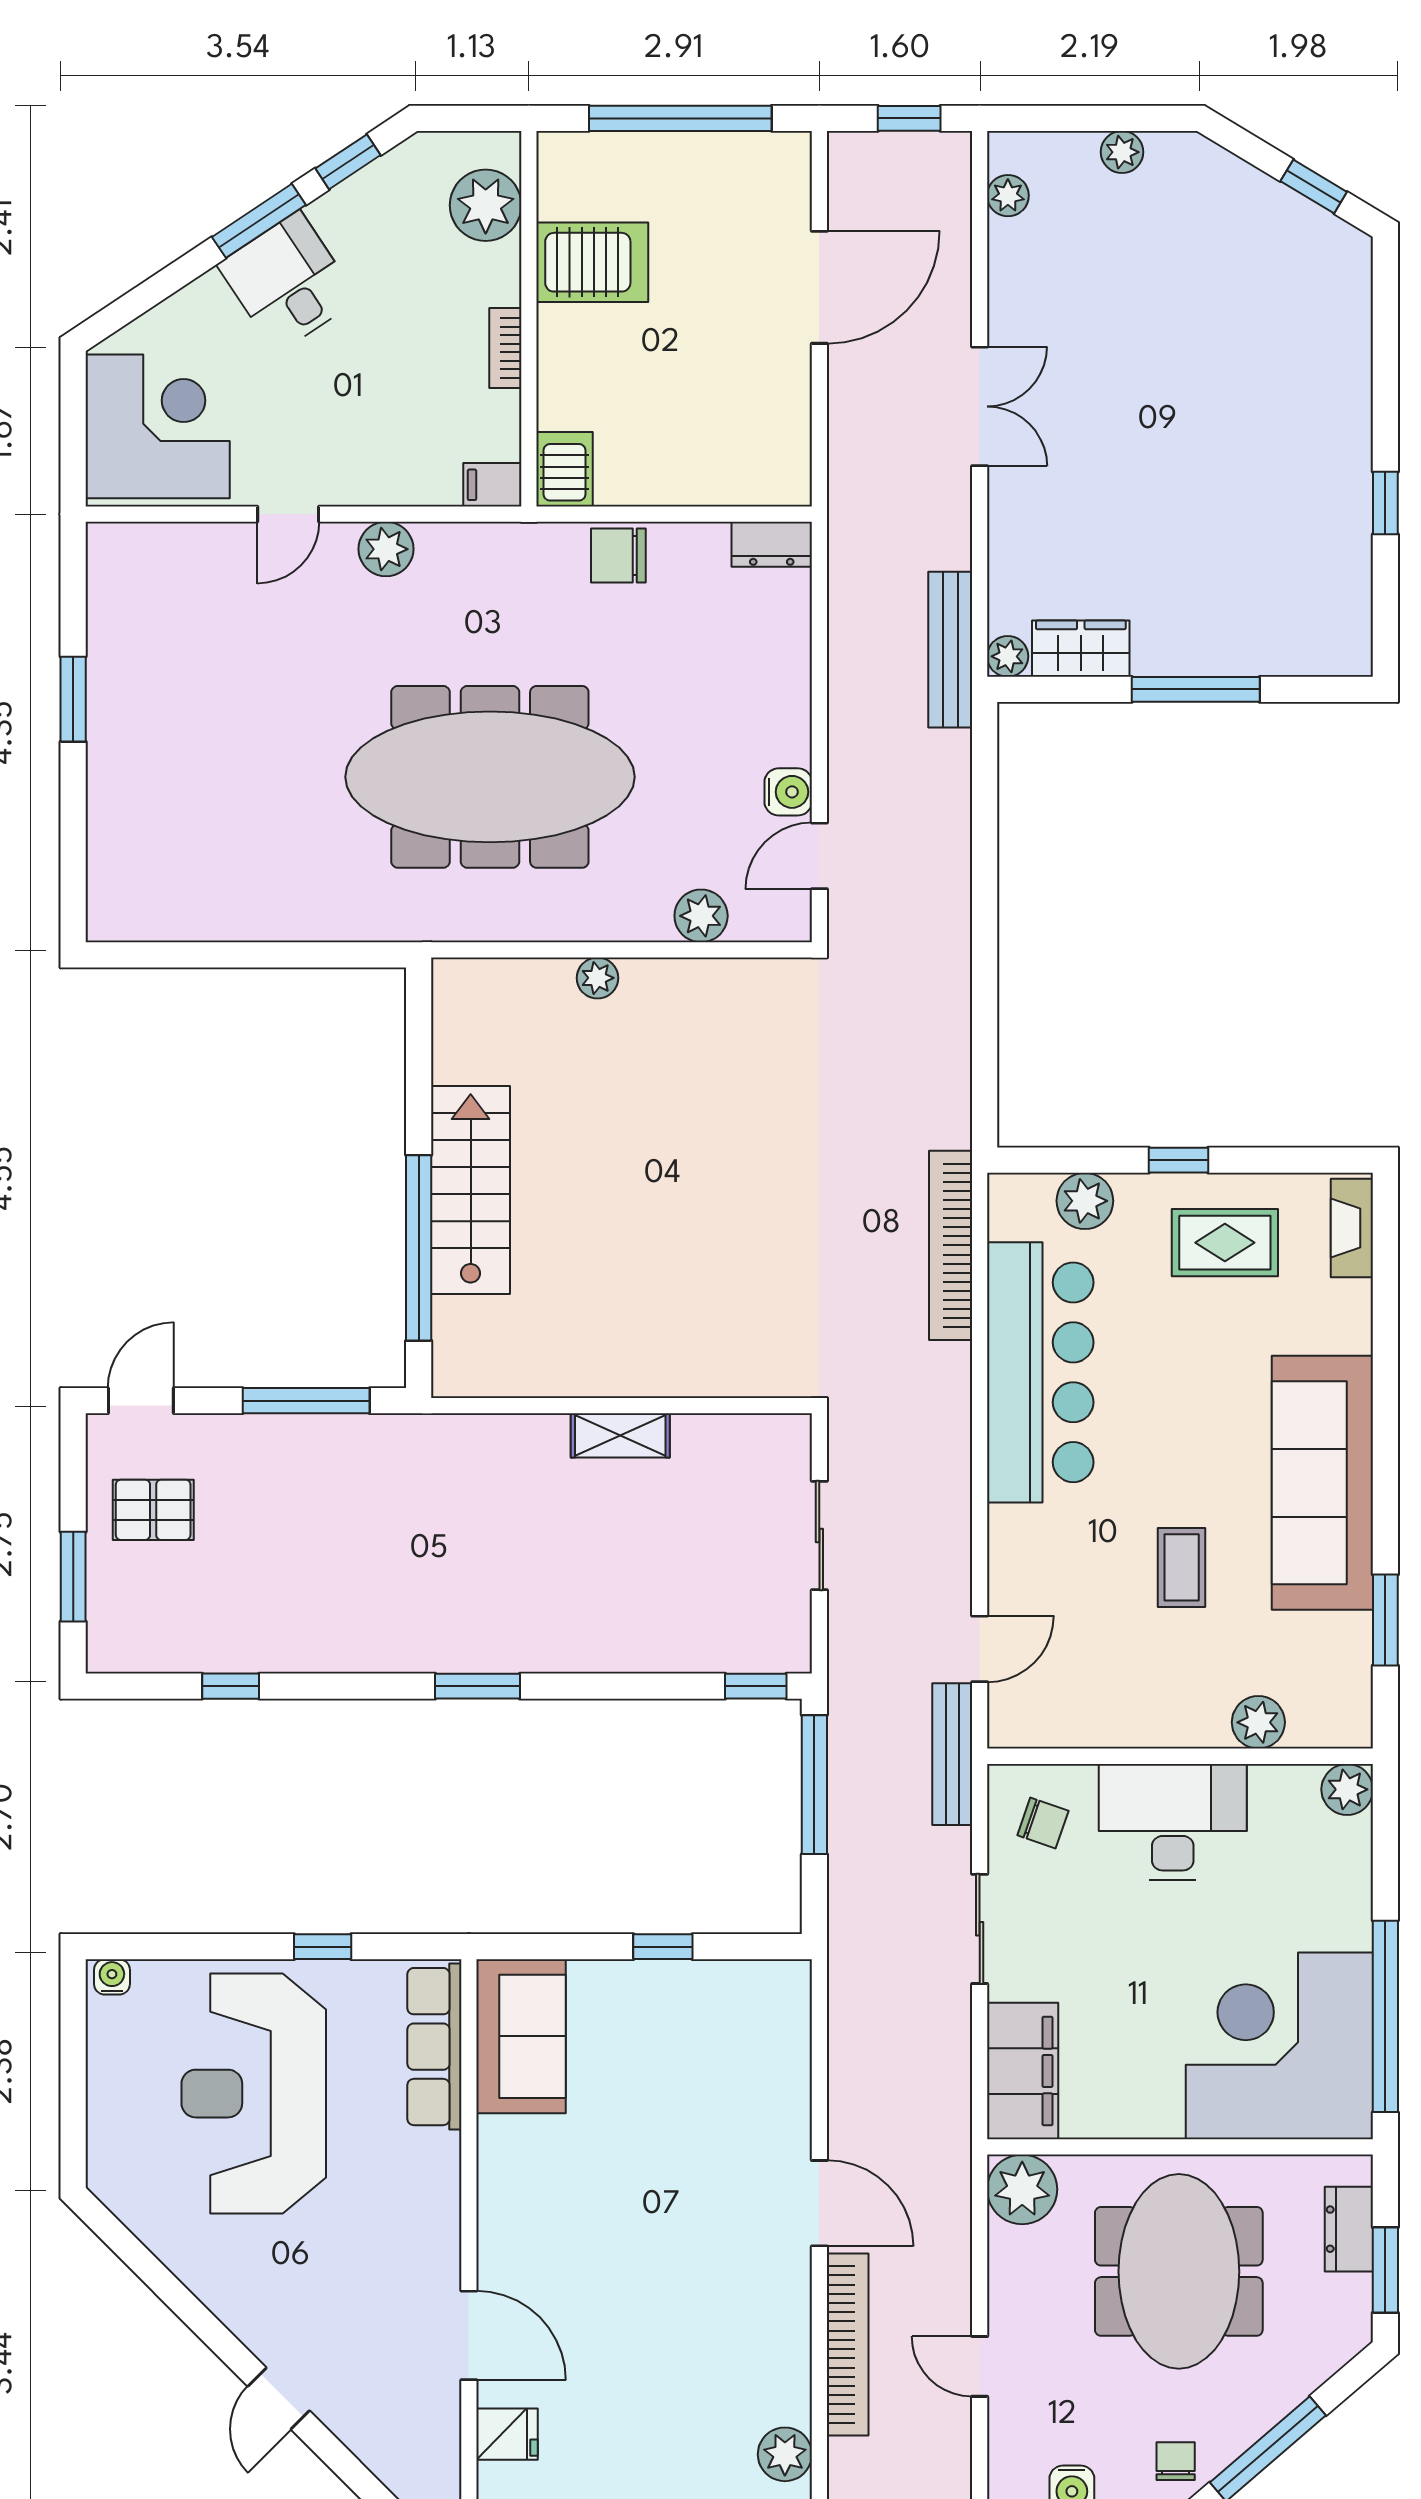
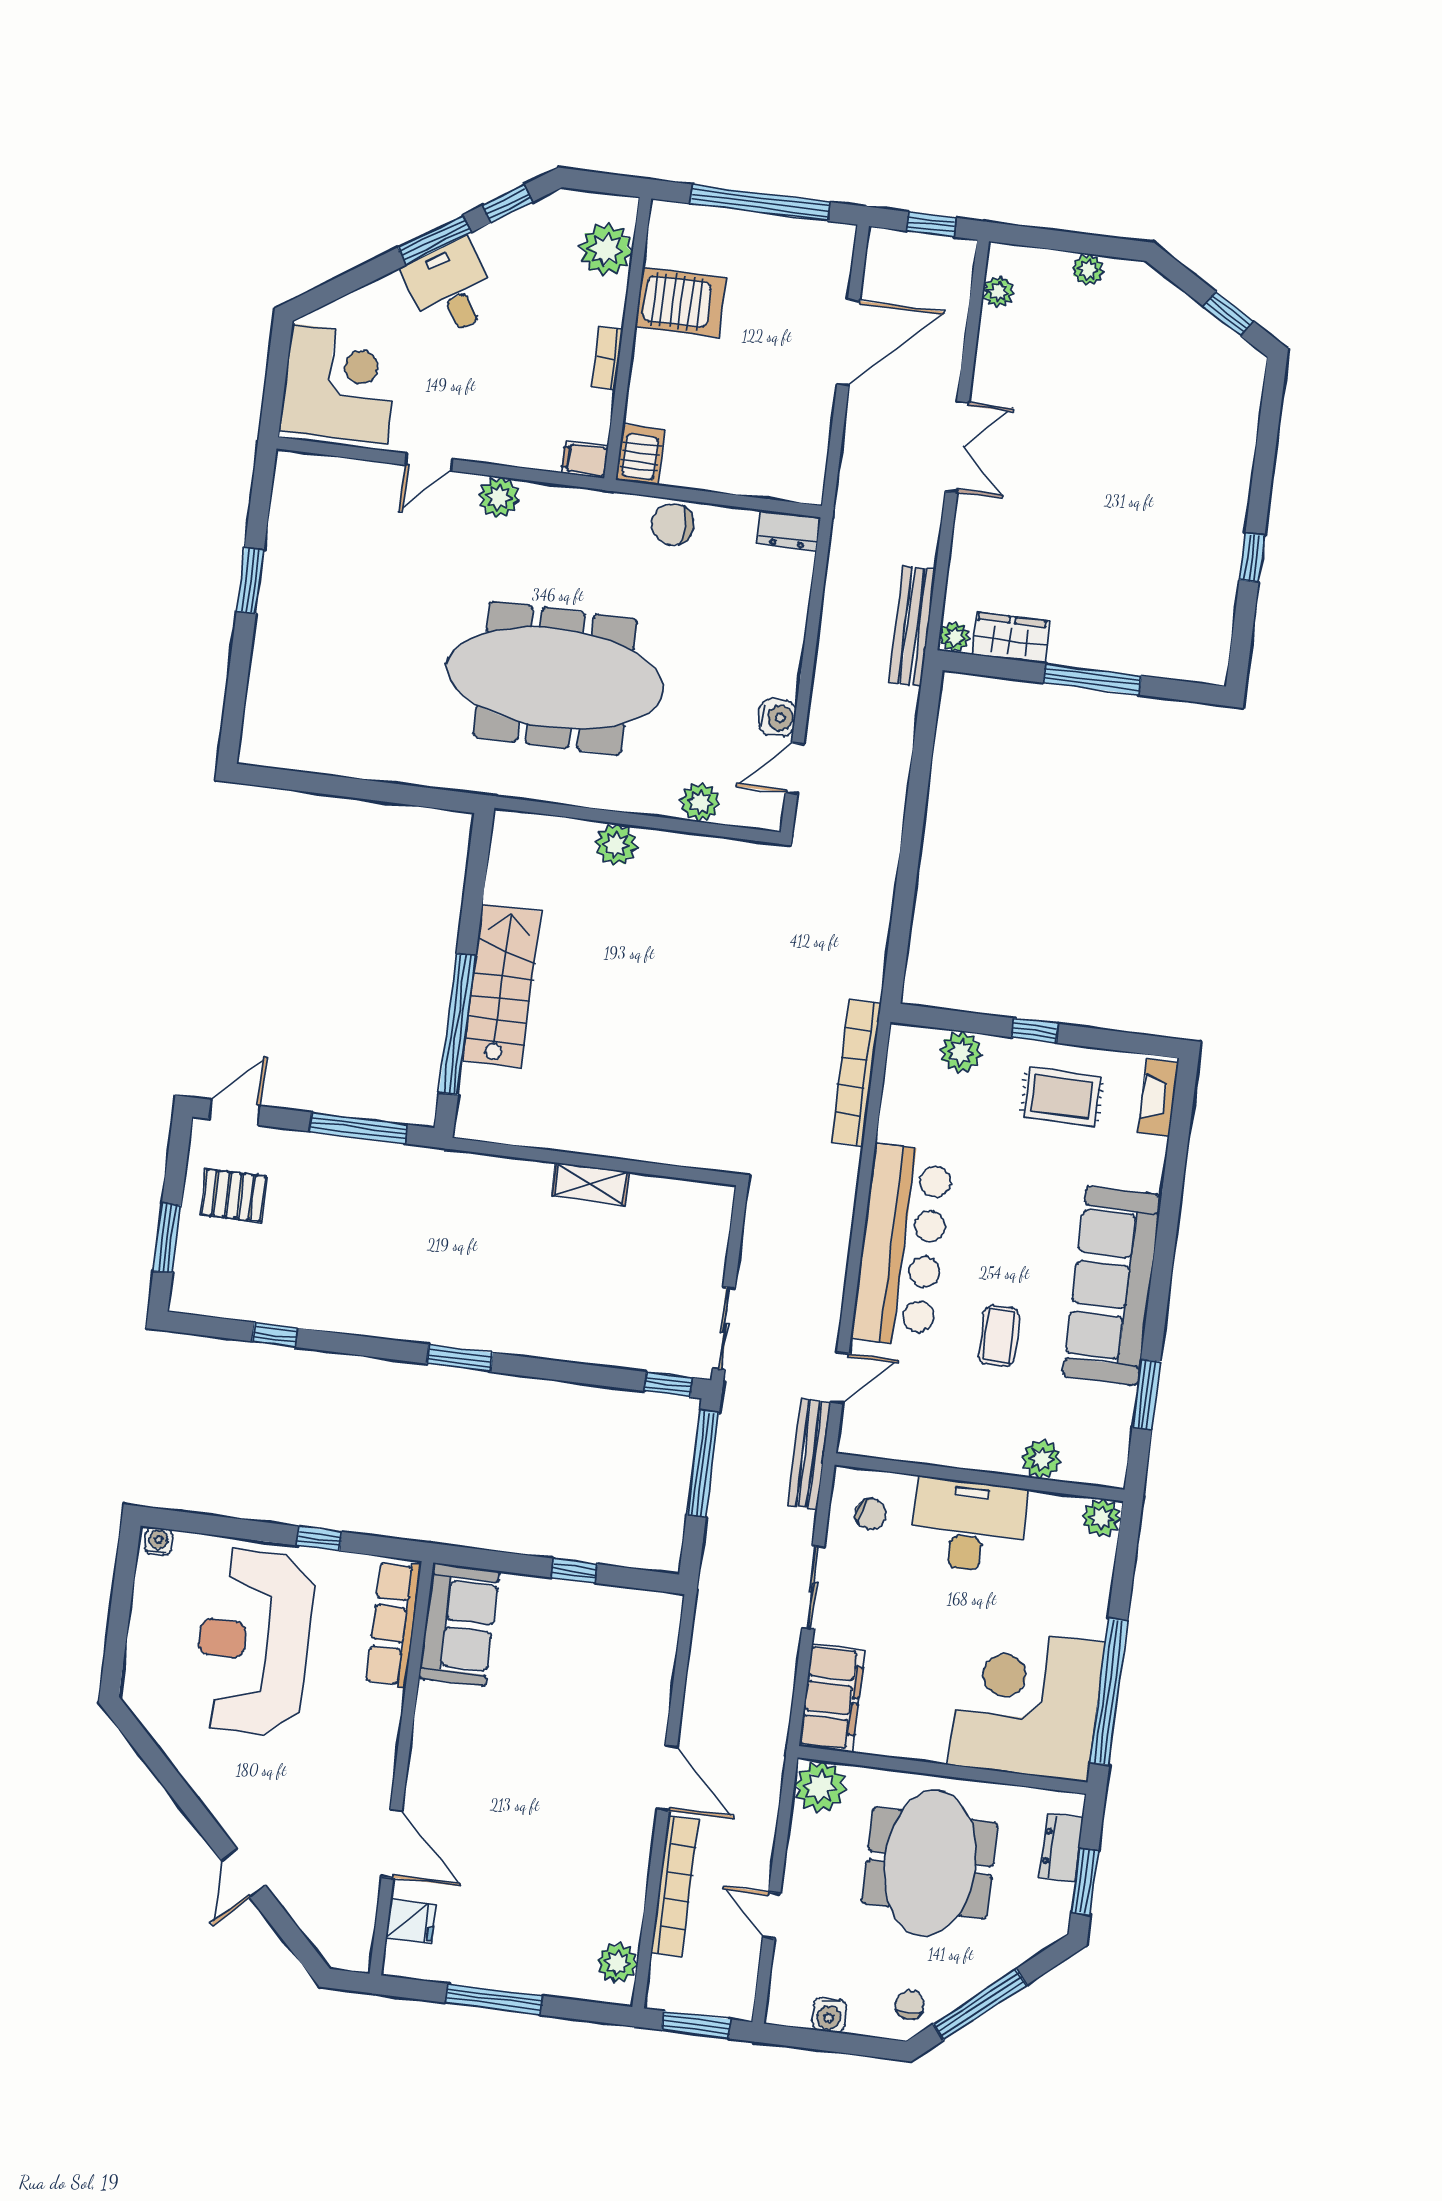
plant: (597, 978) -> (616, 845), width x1.38, depth x1.38
bar counter: (1040, 1372) -> (902, 1246), moved
sliding door: (819, 1536) -> (724, 1328), moved

